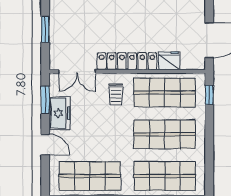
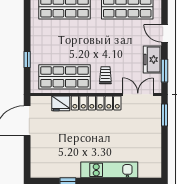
window: (45, 29) -> (165, 115), moved
window: (209, 95) -> (27, 59), moved
shop shelf: (165, 134) -> (65, 42), removed

